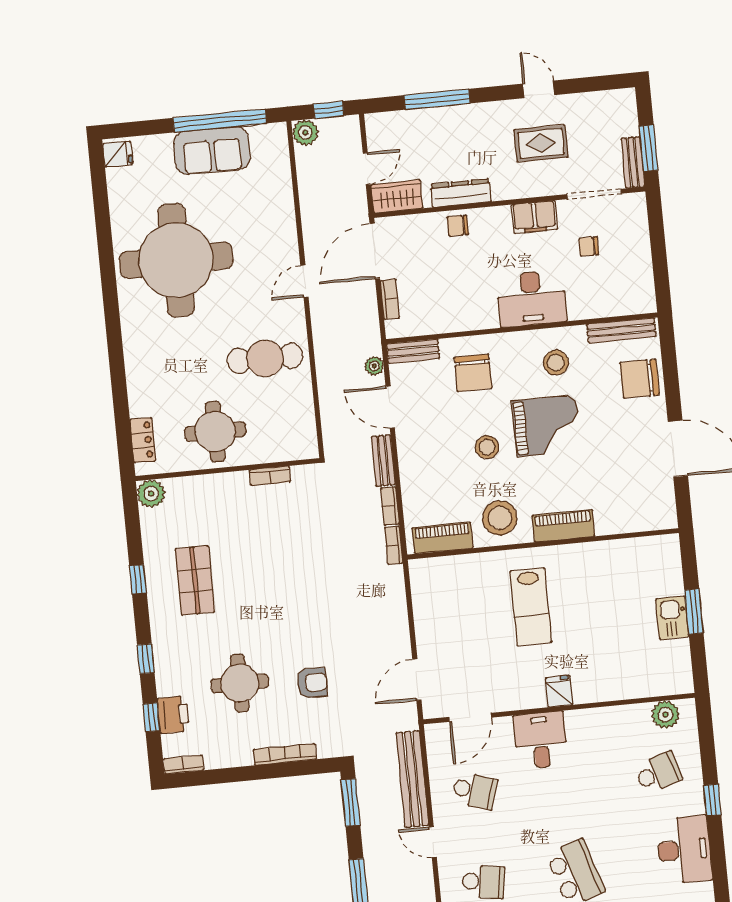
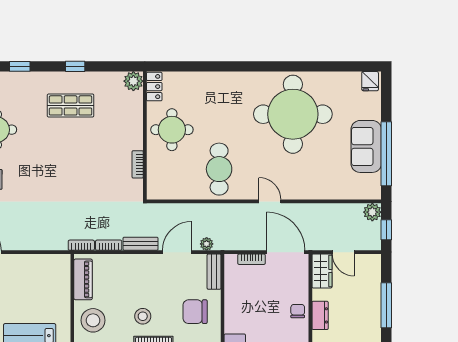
dresser: (461, 193) -> (320, 315), width x0.70
locker: (143, 440) -> (154, 87), moved, turned -90

